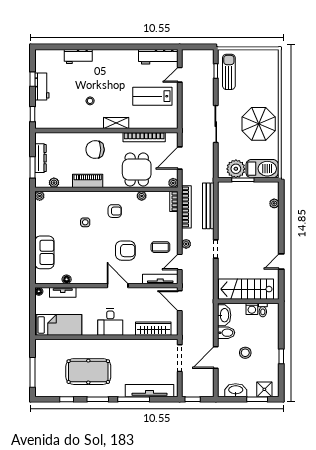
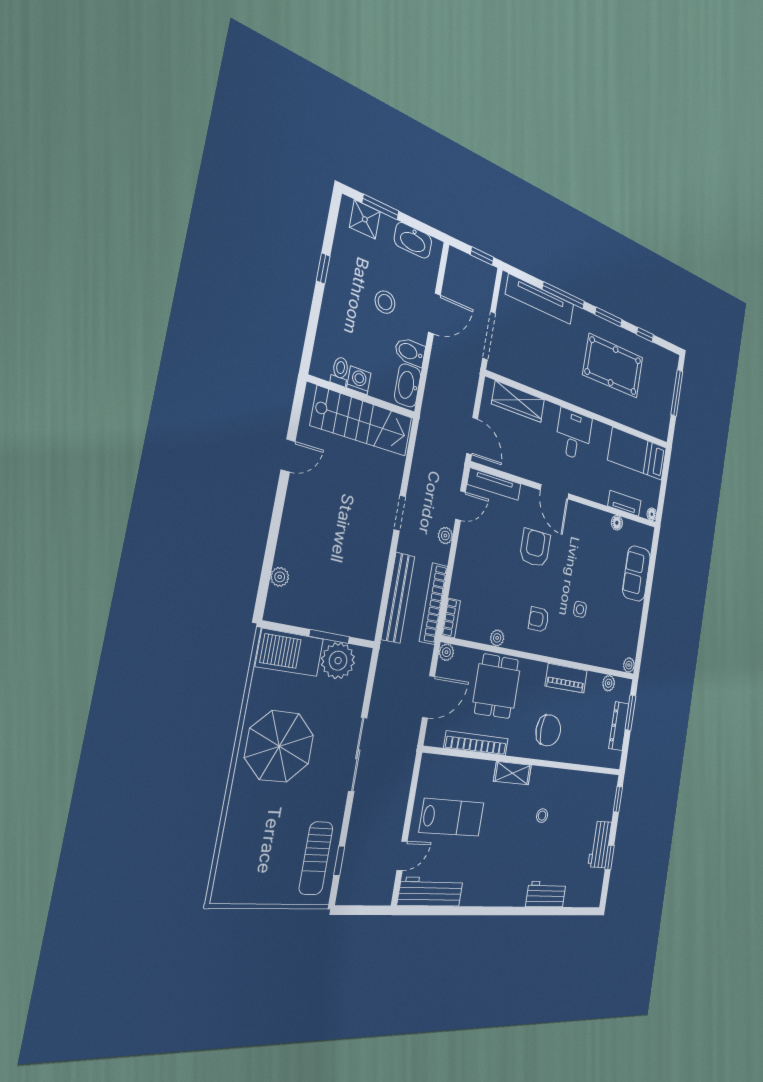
coffee table: (160, 247) -> (485, 540), removed
armchair: (125, 251) -> (535, 548), turned 90

